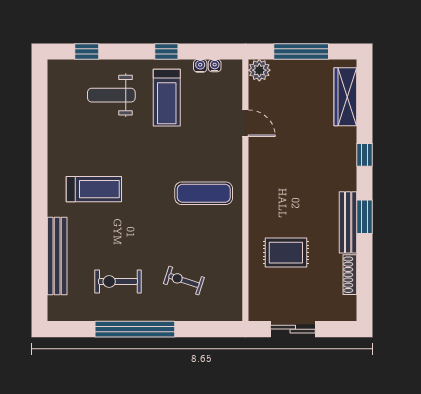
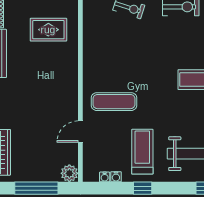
door: (245, 123) -> (80, 132), hinge flipped
exercise mat: (204, 193) -> (114, 102), moved

